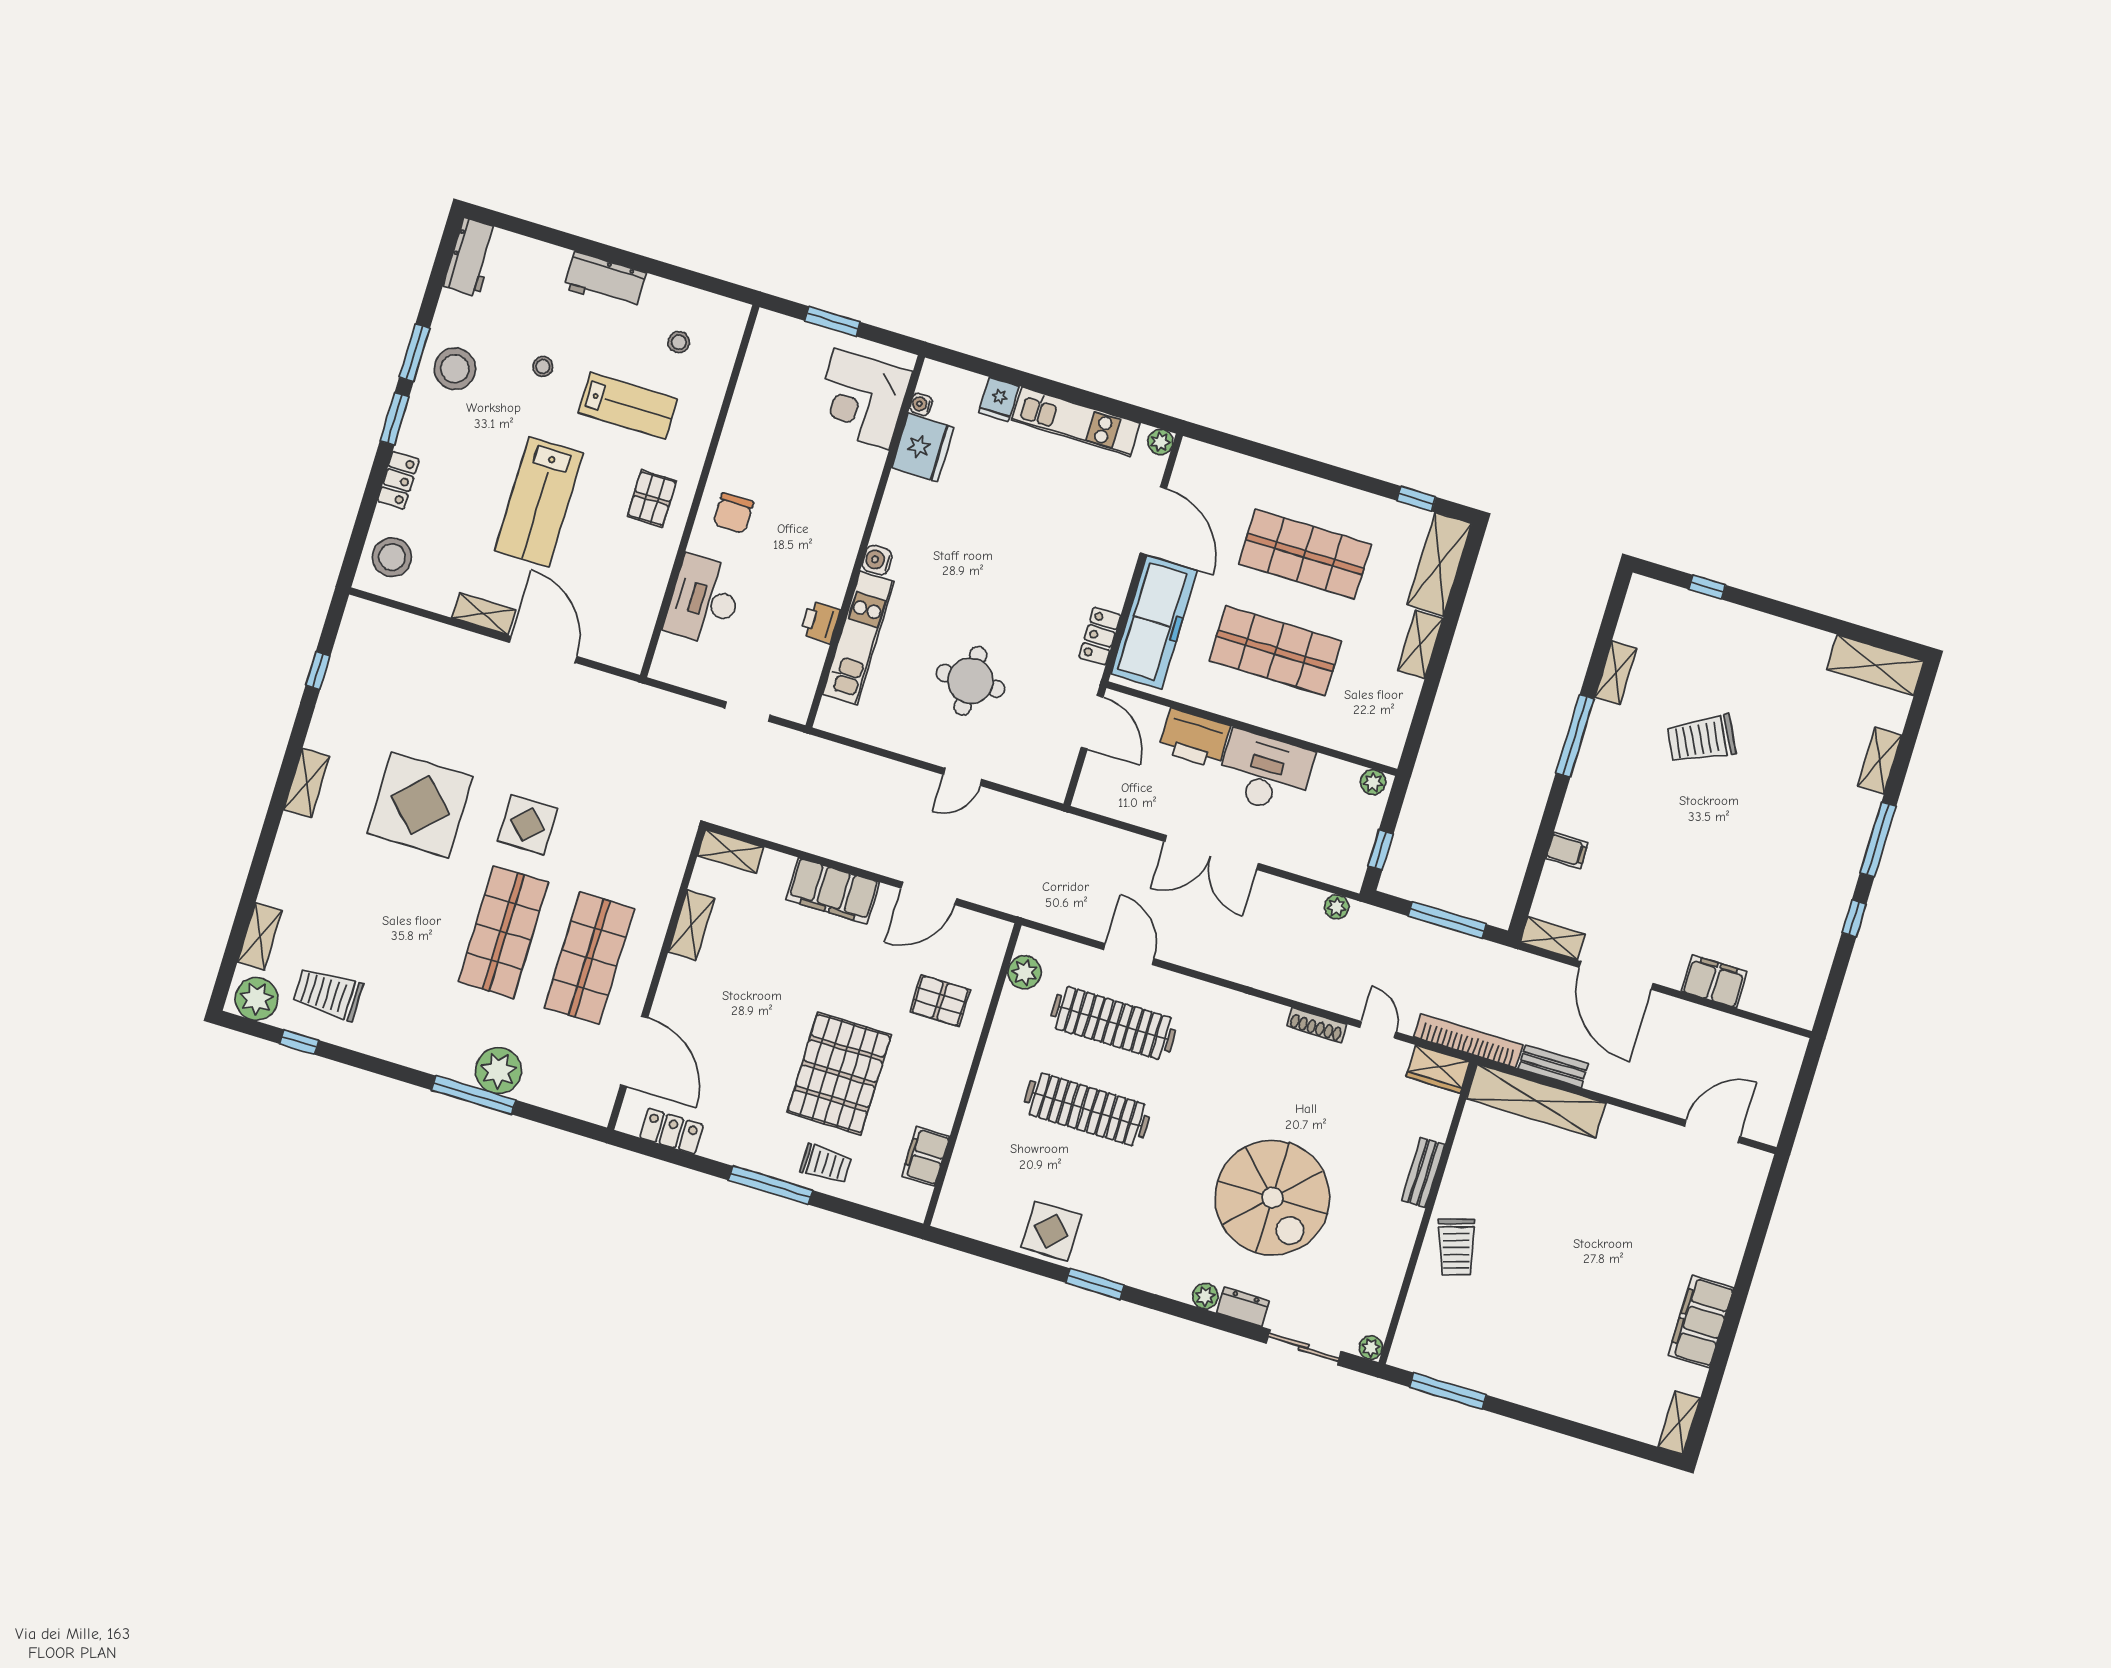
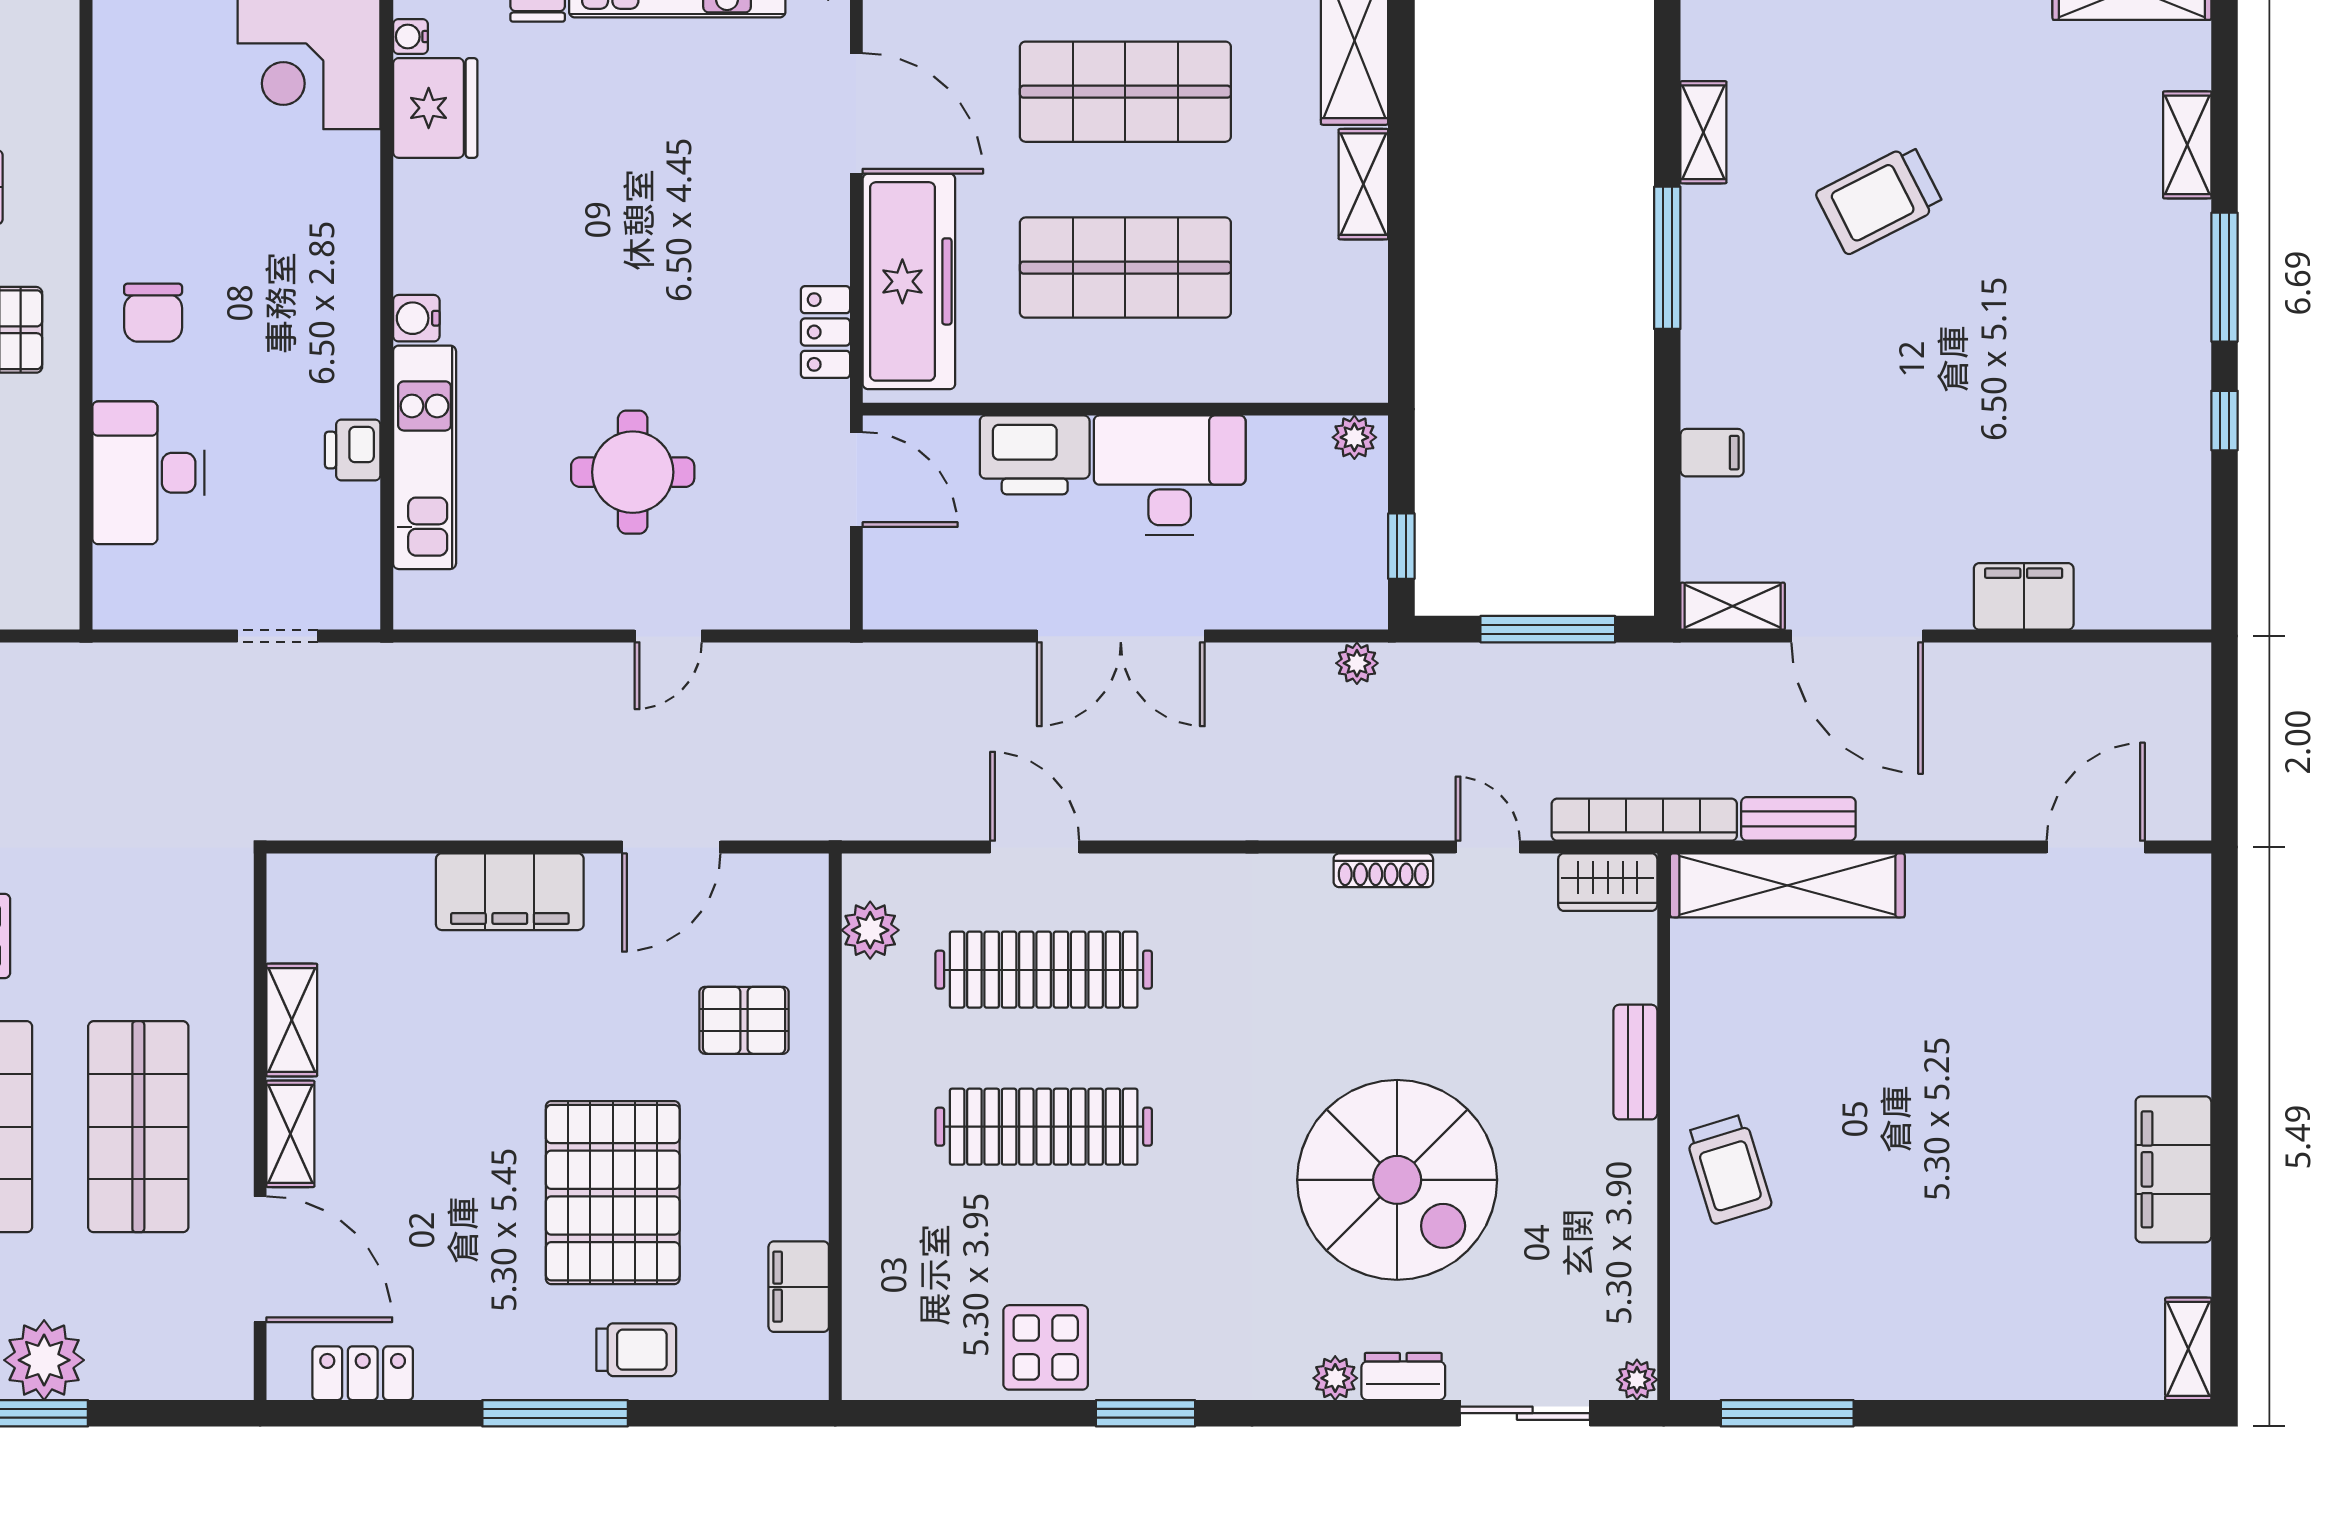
shelving: (731, 851) -> (290, 1134), moved, turned 90

